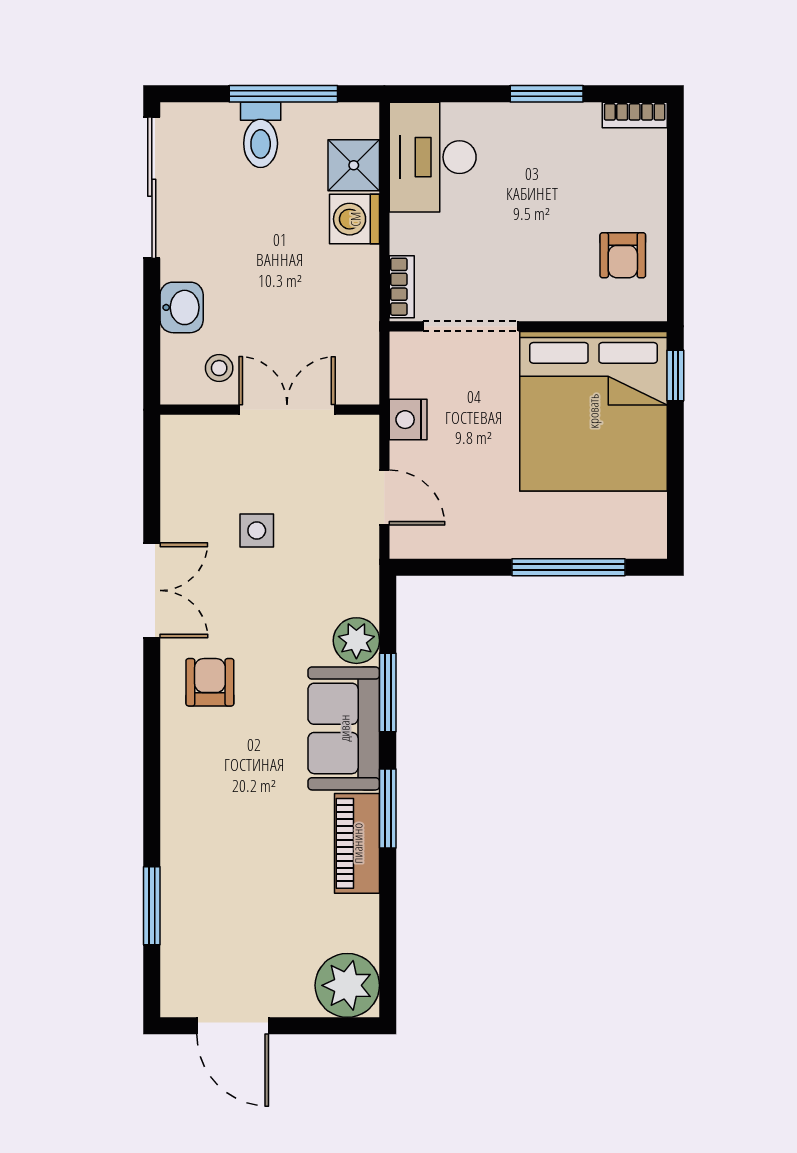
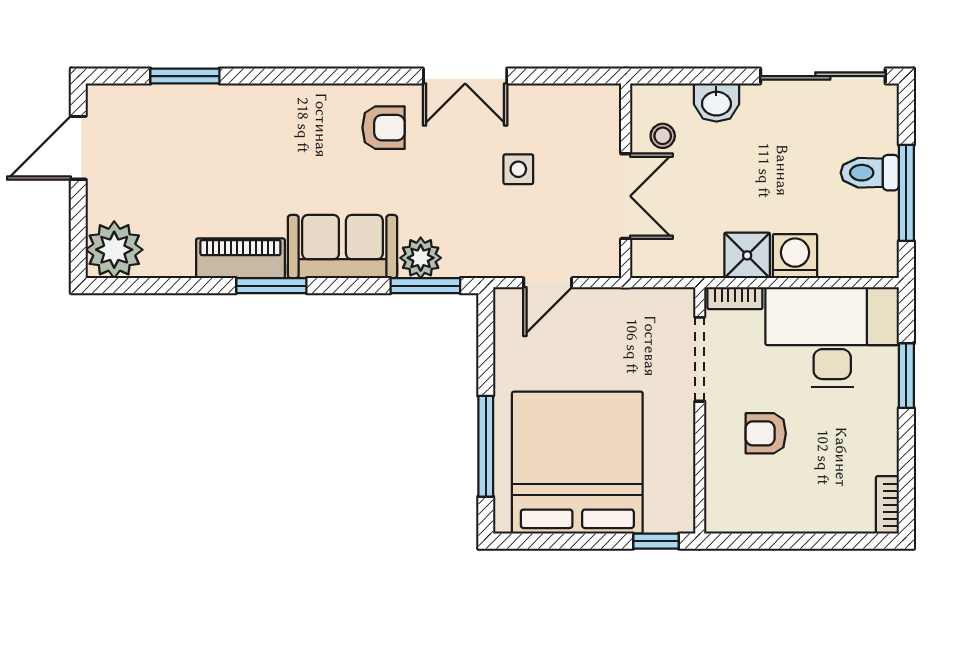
window: (547, 94) -> (906, 376), moved
desk: (433, 157) -> (832, 337), width x1.36, depth x1.30
shower: (354, 165) -> (747, 255), moved
armchair: (623, 255) -> (766, 433), moved
bed: (593, 411) -> (577, 463), moved, turned 90
nightstand: (408, 420) -> (617, 304), removed
window: (388, 692) -> (425, 286), moved

